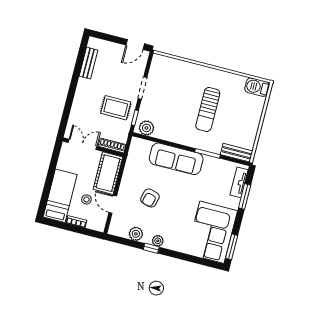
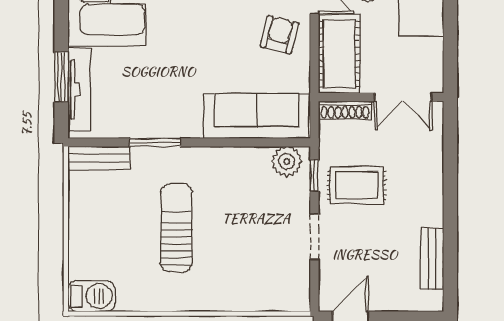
sofa: (176, 159) -> (256, 116), moved
tv unit: (239, 182) -> (79, 89), width x1.41
armchair: (150, 198) -> (279, 35), moved

